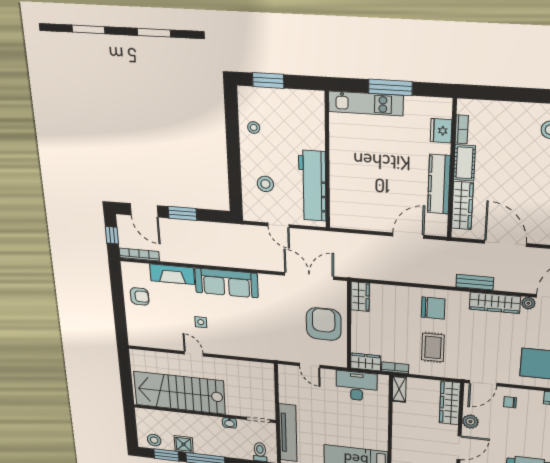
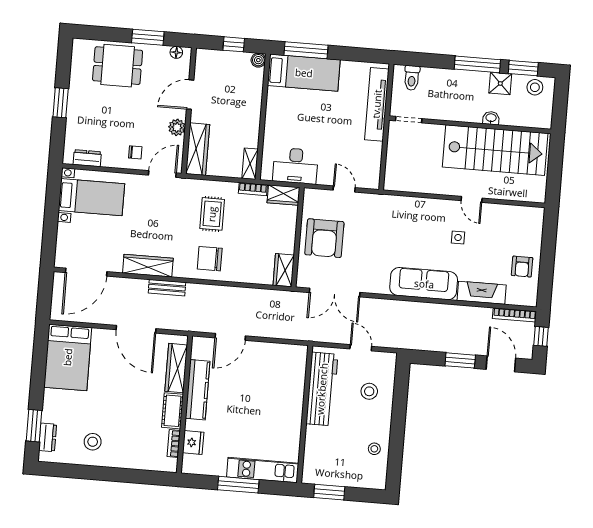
window: (268, 80) -> (329, 492), moved
armchair: (140, 296) -> (522, 267), turned -90
plant: (528, 303) -> (115, 266), removed
washbasin: (229, 423) -> (491, 118), moved

